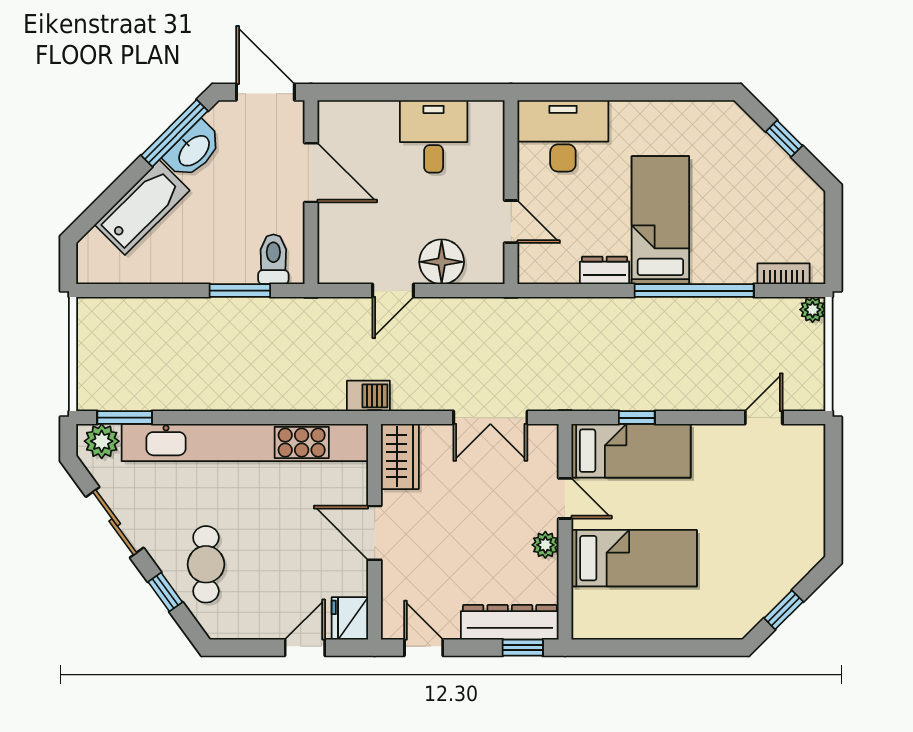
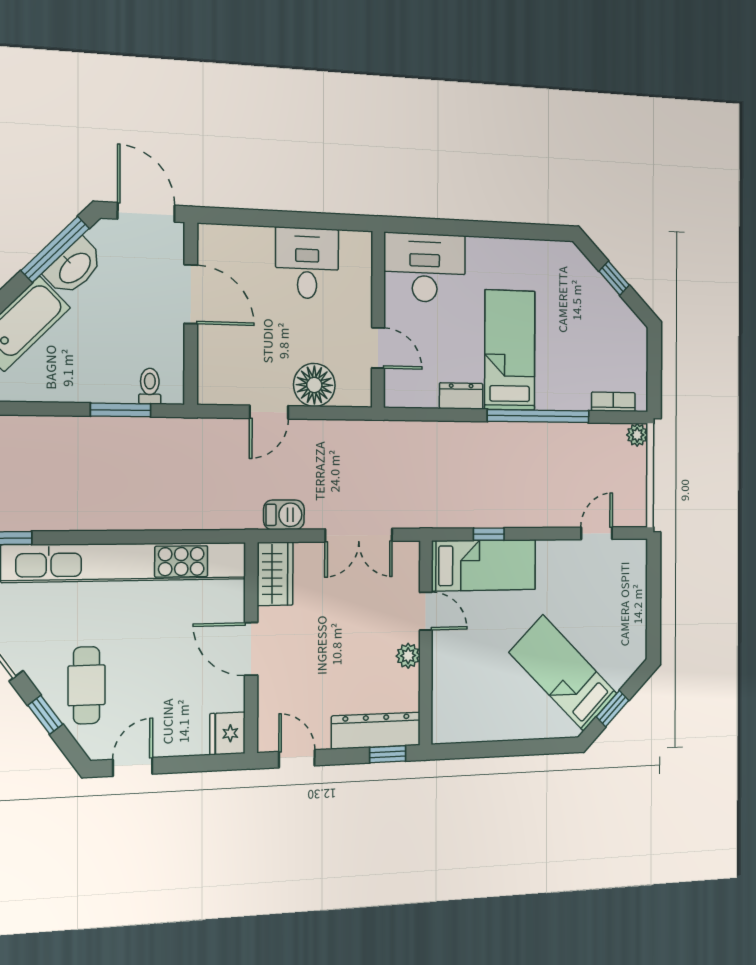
toilet: (273, 259) -> (150, 386), width x0.73, depth x0.72
barbecue: (368, 396) -> (284, 515), moved
bed: (634, 558) -> (563, 673), moved, turned -135
door: (305, 648) -> (133, 767), moved

